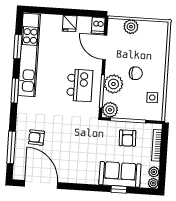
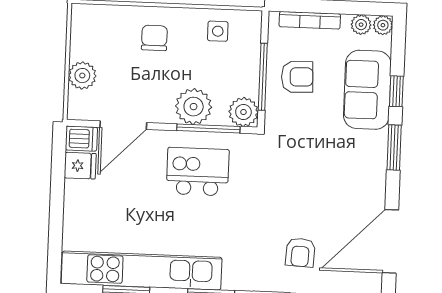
fridge: (70, 23) -> (80, 166), moved
chair: (136, 73) -> (154, 38), moved
window: (90, 188) -> (394, 147), added

